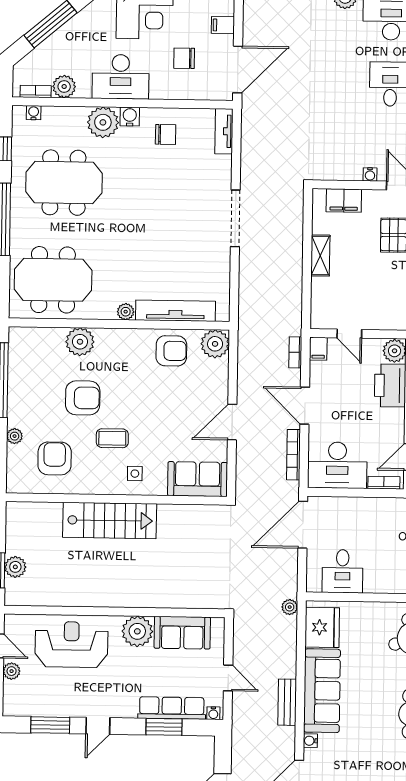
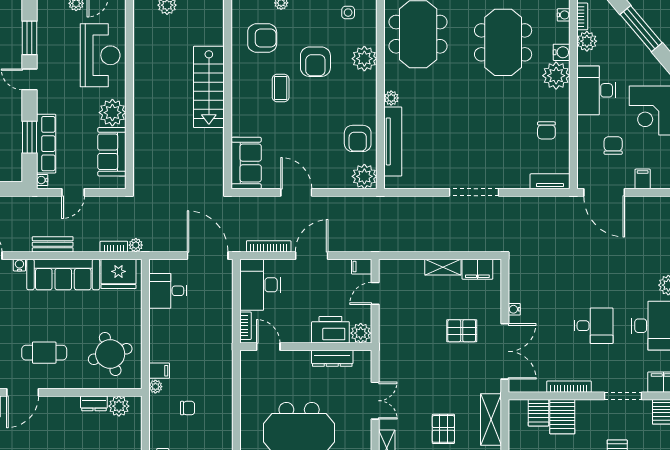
water cooler: (130, 117) -> (562, 52), moved
filing cabinet: (344, 200) -> (477, 269), moved, turned -90
bookcase: (295, 352) -> (114, 247), moved
side table: (135, 474) -> (348, 13), moved

